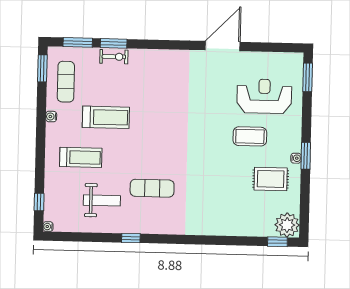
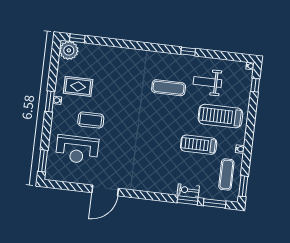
treadmill: (81, 157) -> (220, 116), width x1.37, depth x1.38

